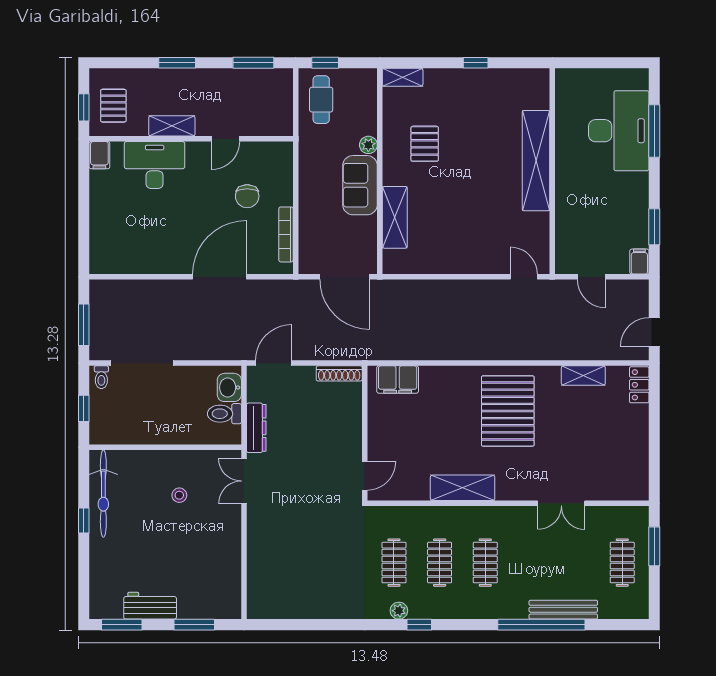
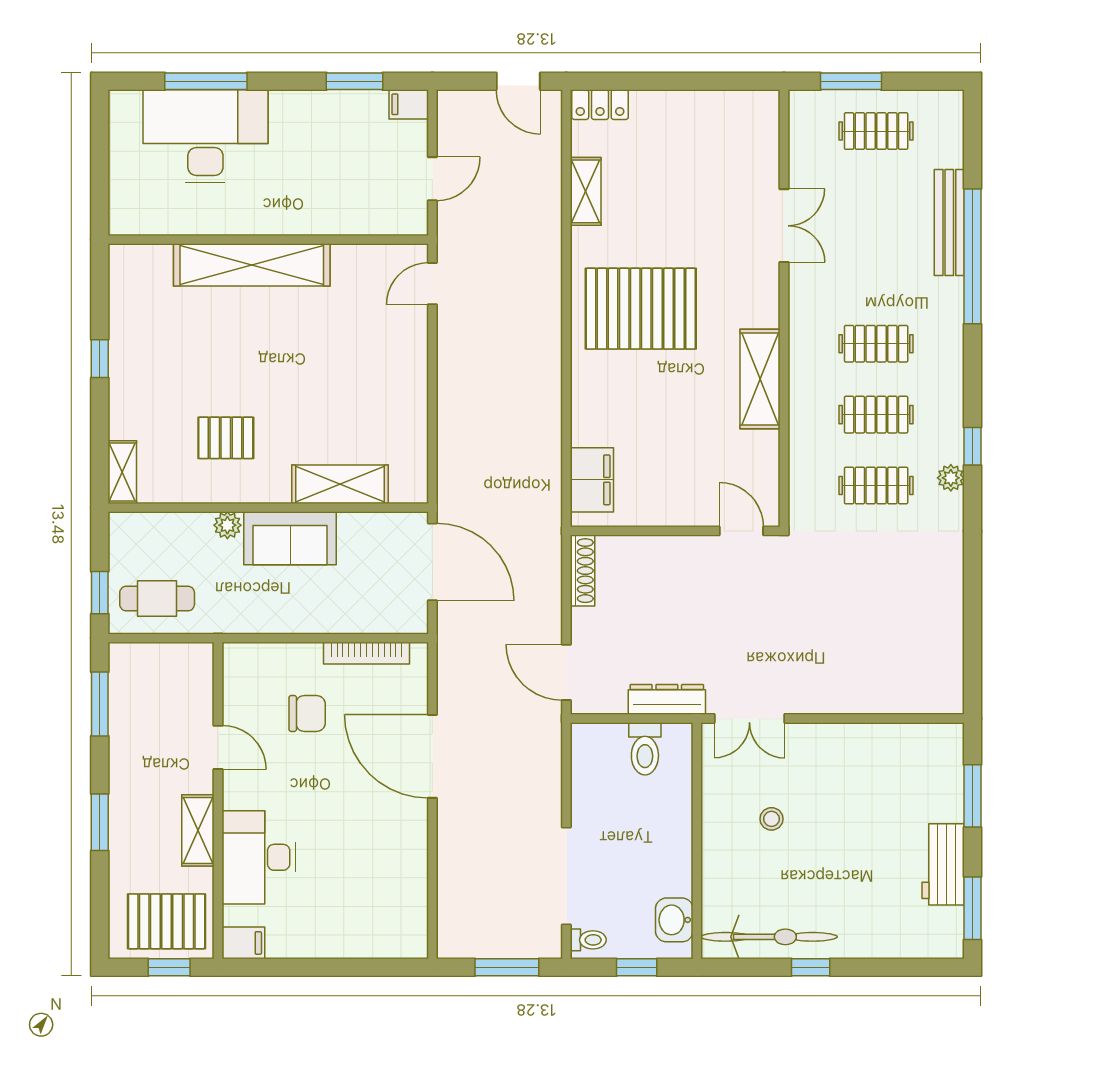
pallet: (113, 106) -> (167, 921), width x1.50, depth x1.42
door: (345, 277) -> (432, 562), hinge flipped
washbasin: (229, 387) -> (674, 920), moved, turned 90

